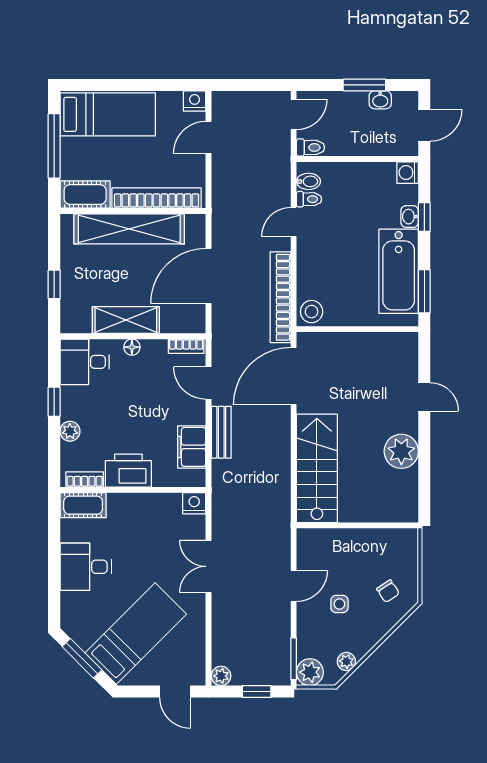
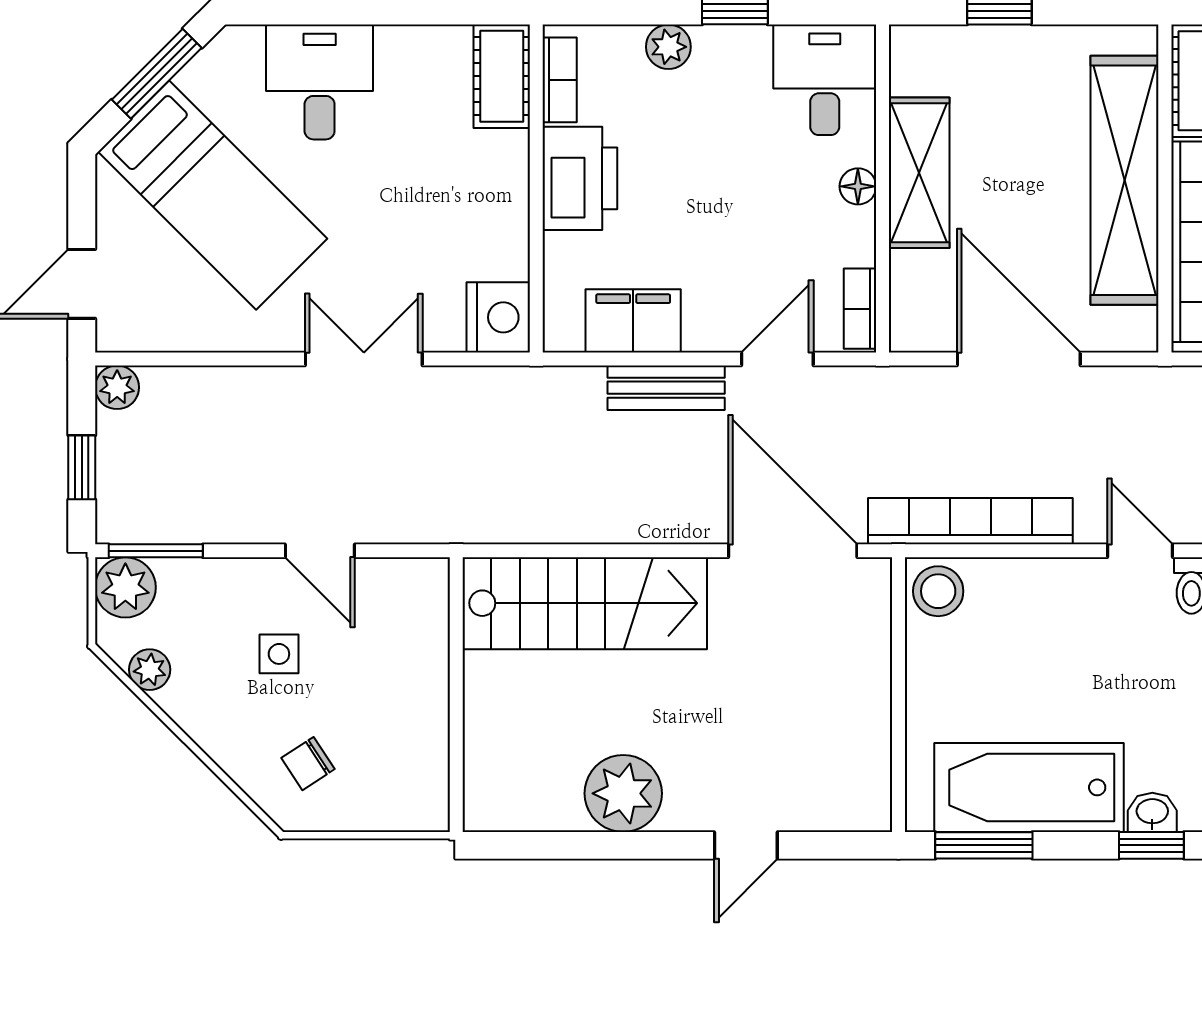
nightstand: (194, 503) -> (498, 317), width x1.36, depth x1.33
desk: (86, 567) -> (320, 82), moved

